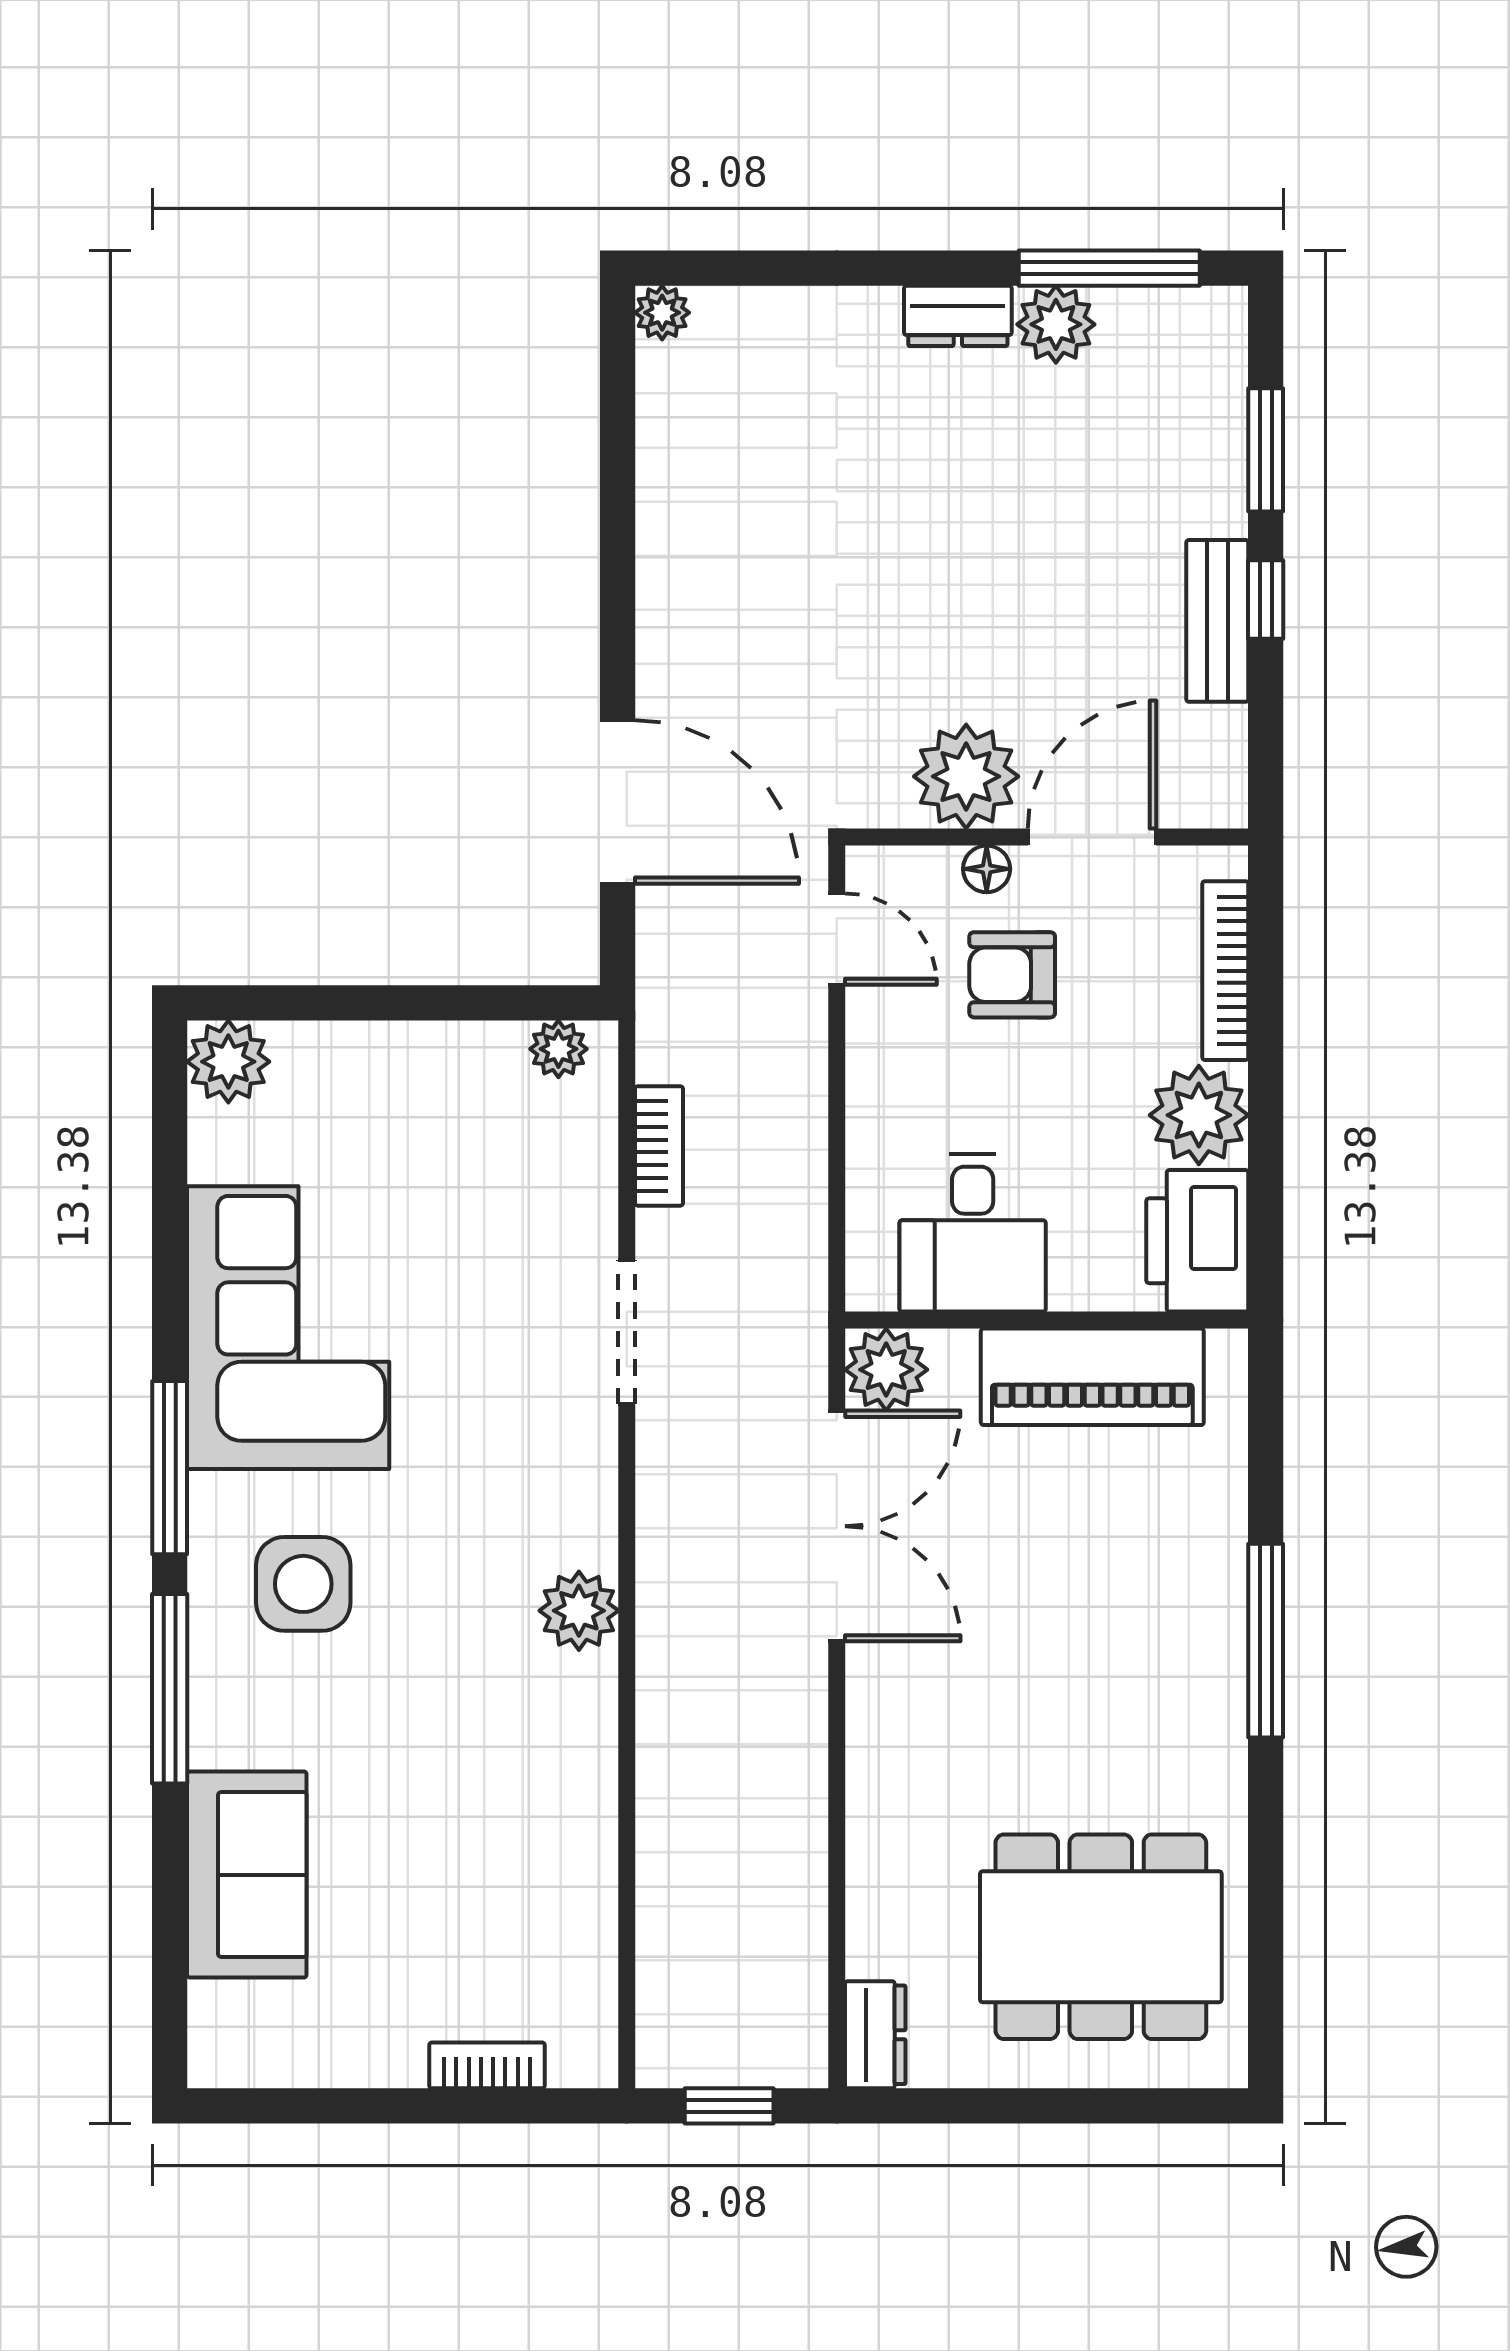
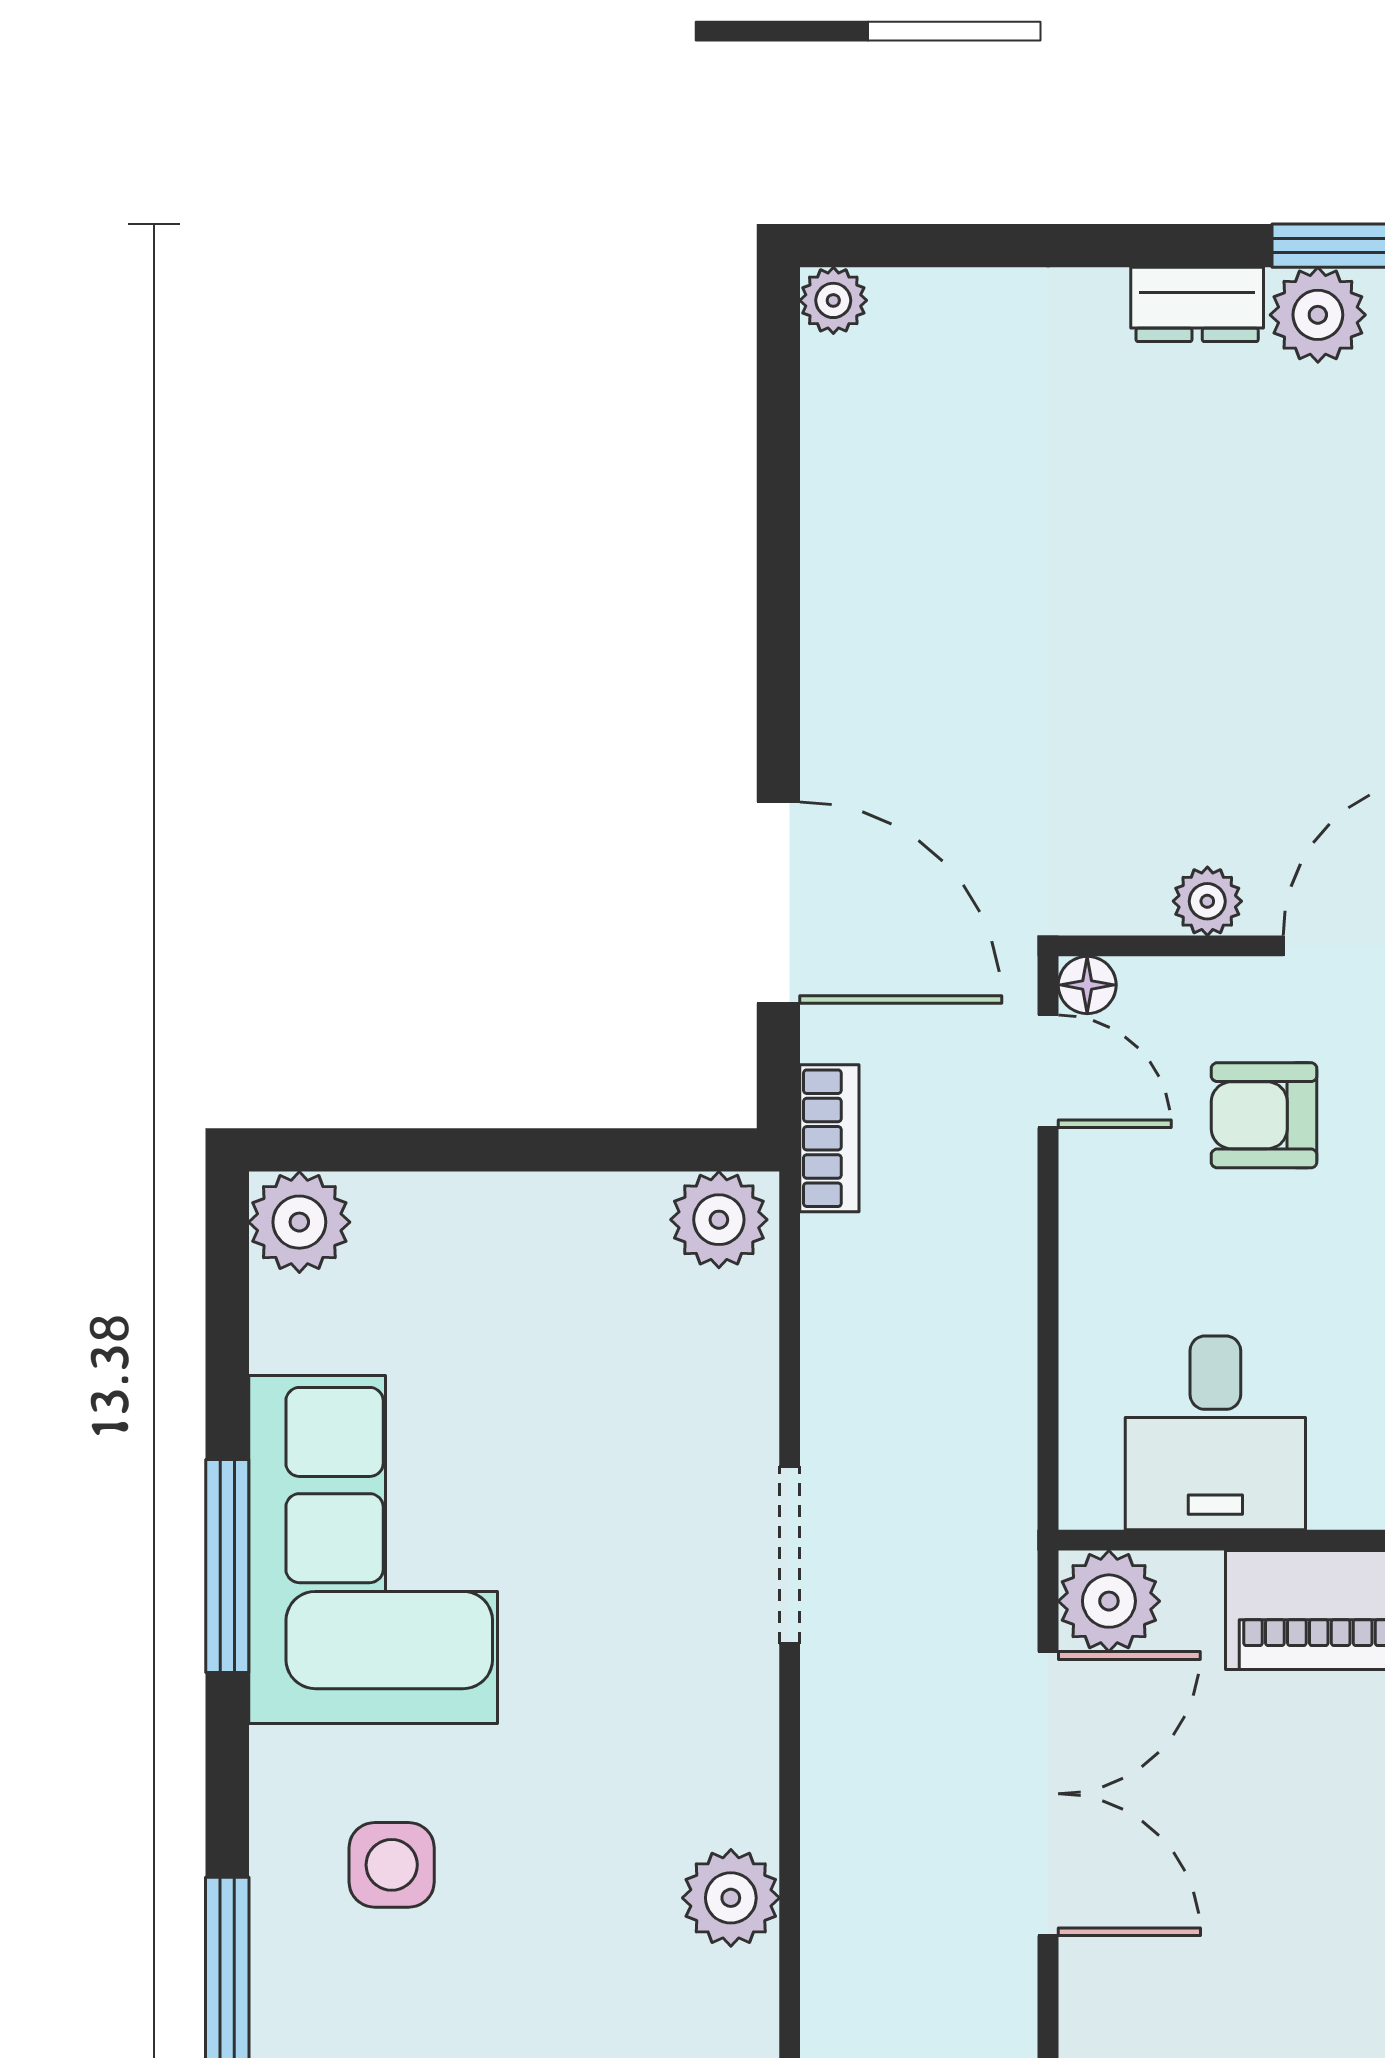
plant: (966, 776) -> (1207, 901), width x0.53, depth x0.53
floor lamp: (987, 869) -> (1087, 985), moved
plant: (558, 1049) -> (719, 1220), width x1.38, depth x1.38
bookcase: (659, 1146) -> (829, 1138), moved
window: (170, 1468) -> (227, 1566), moved
side table: (303, 1584) -> (392, 1865), width x0.73, depth x0.73

